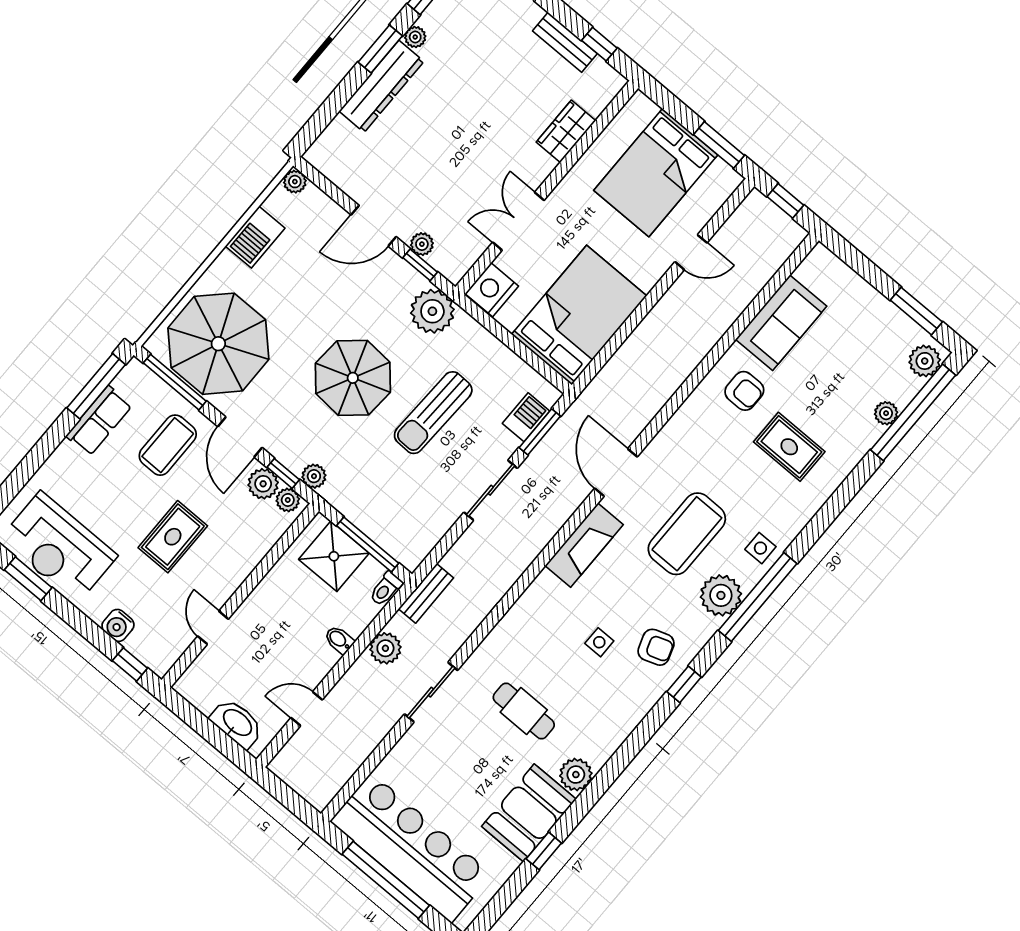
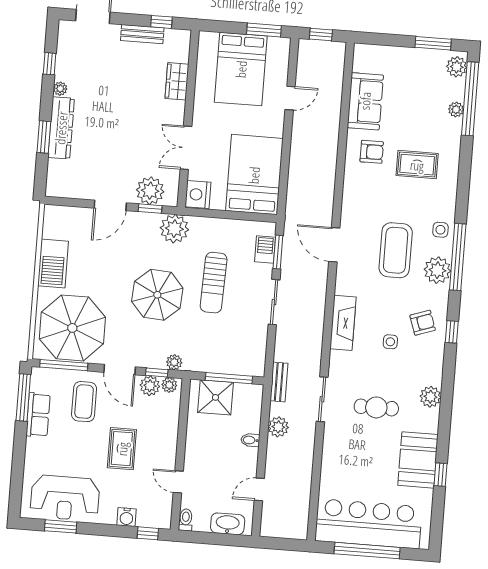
window: (380, 49) -> (44, 137), moved
plant: (295, 182) -> (51, 212), removed
barbecue: (255, 237) -> (53, 263), width x1.37, depth x1.21
plant: (422, 244) -> (150, 191), width x1.88, depth x1.88
fireplace: (584, 545) -> (343, 323), moved
toilet: (386, 589) -> (186, 520), moved, turned 180
sliding door: (431, 692) -> (322, 399), moved
plant: (576, 775) -> (430, 397), moved

